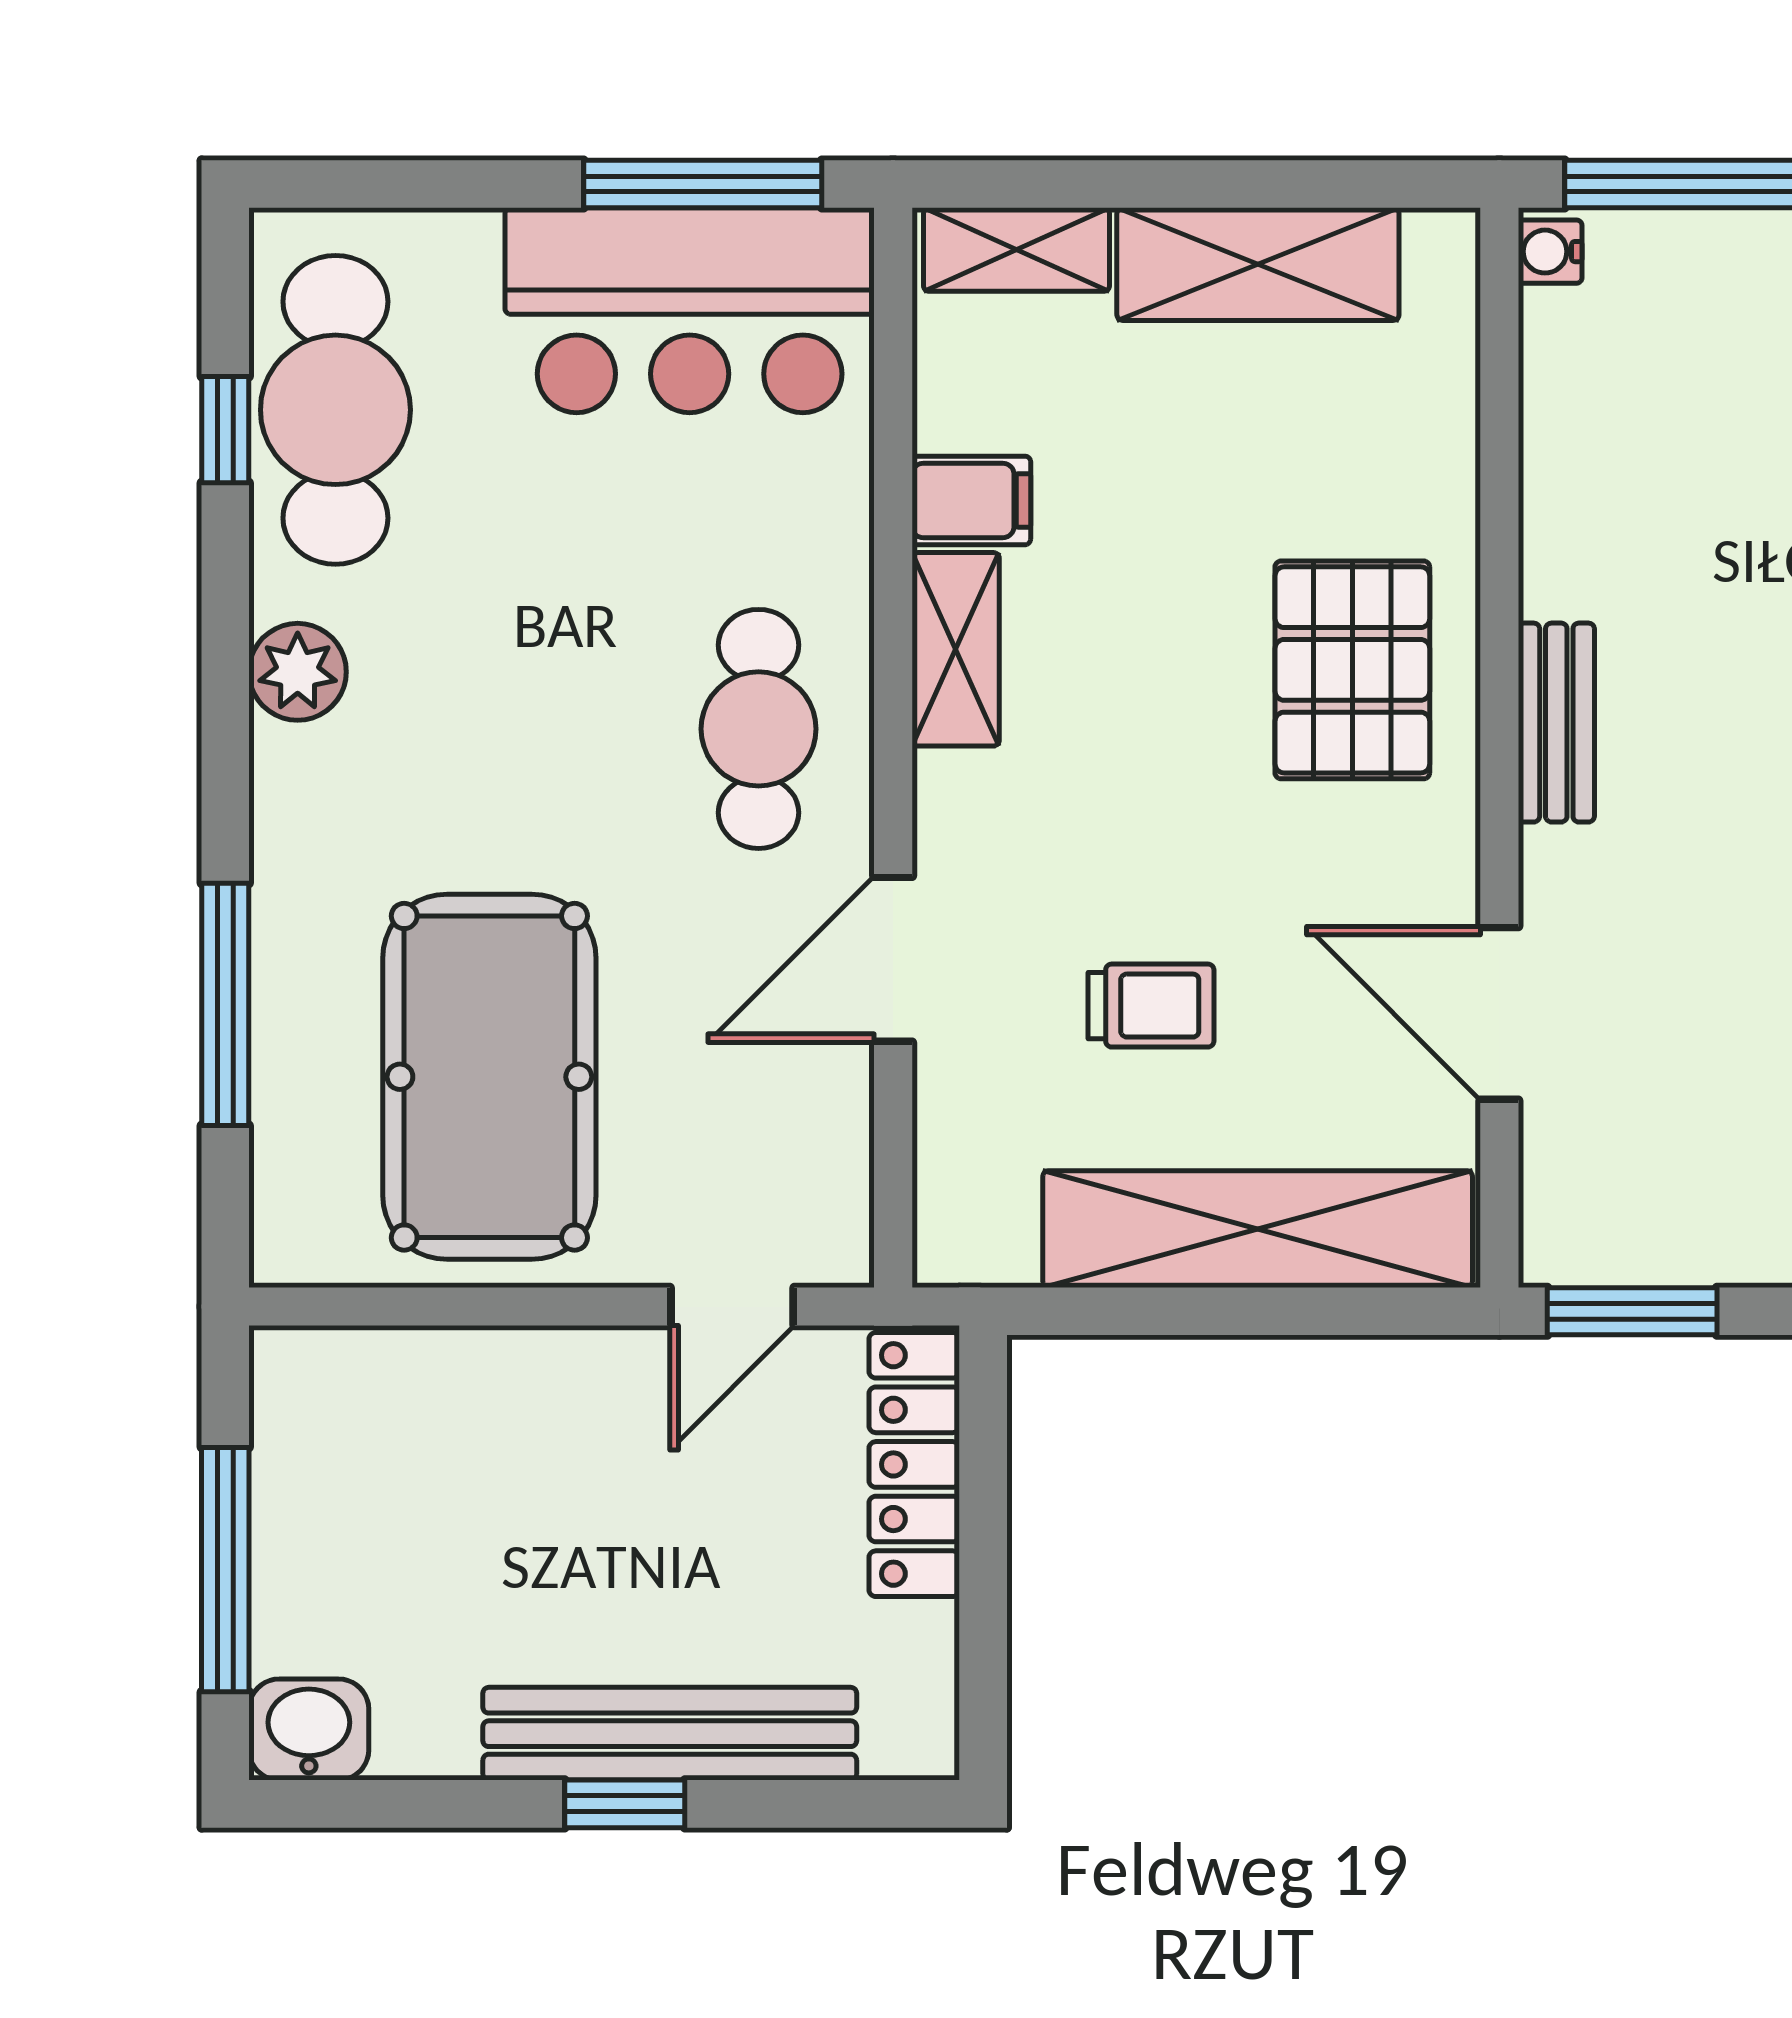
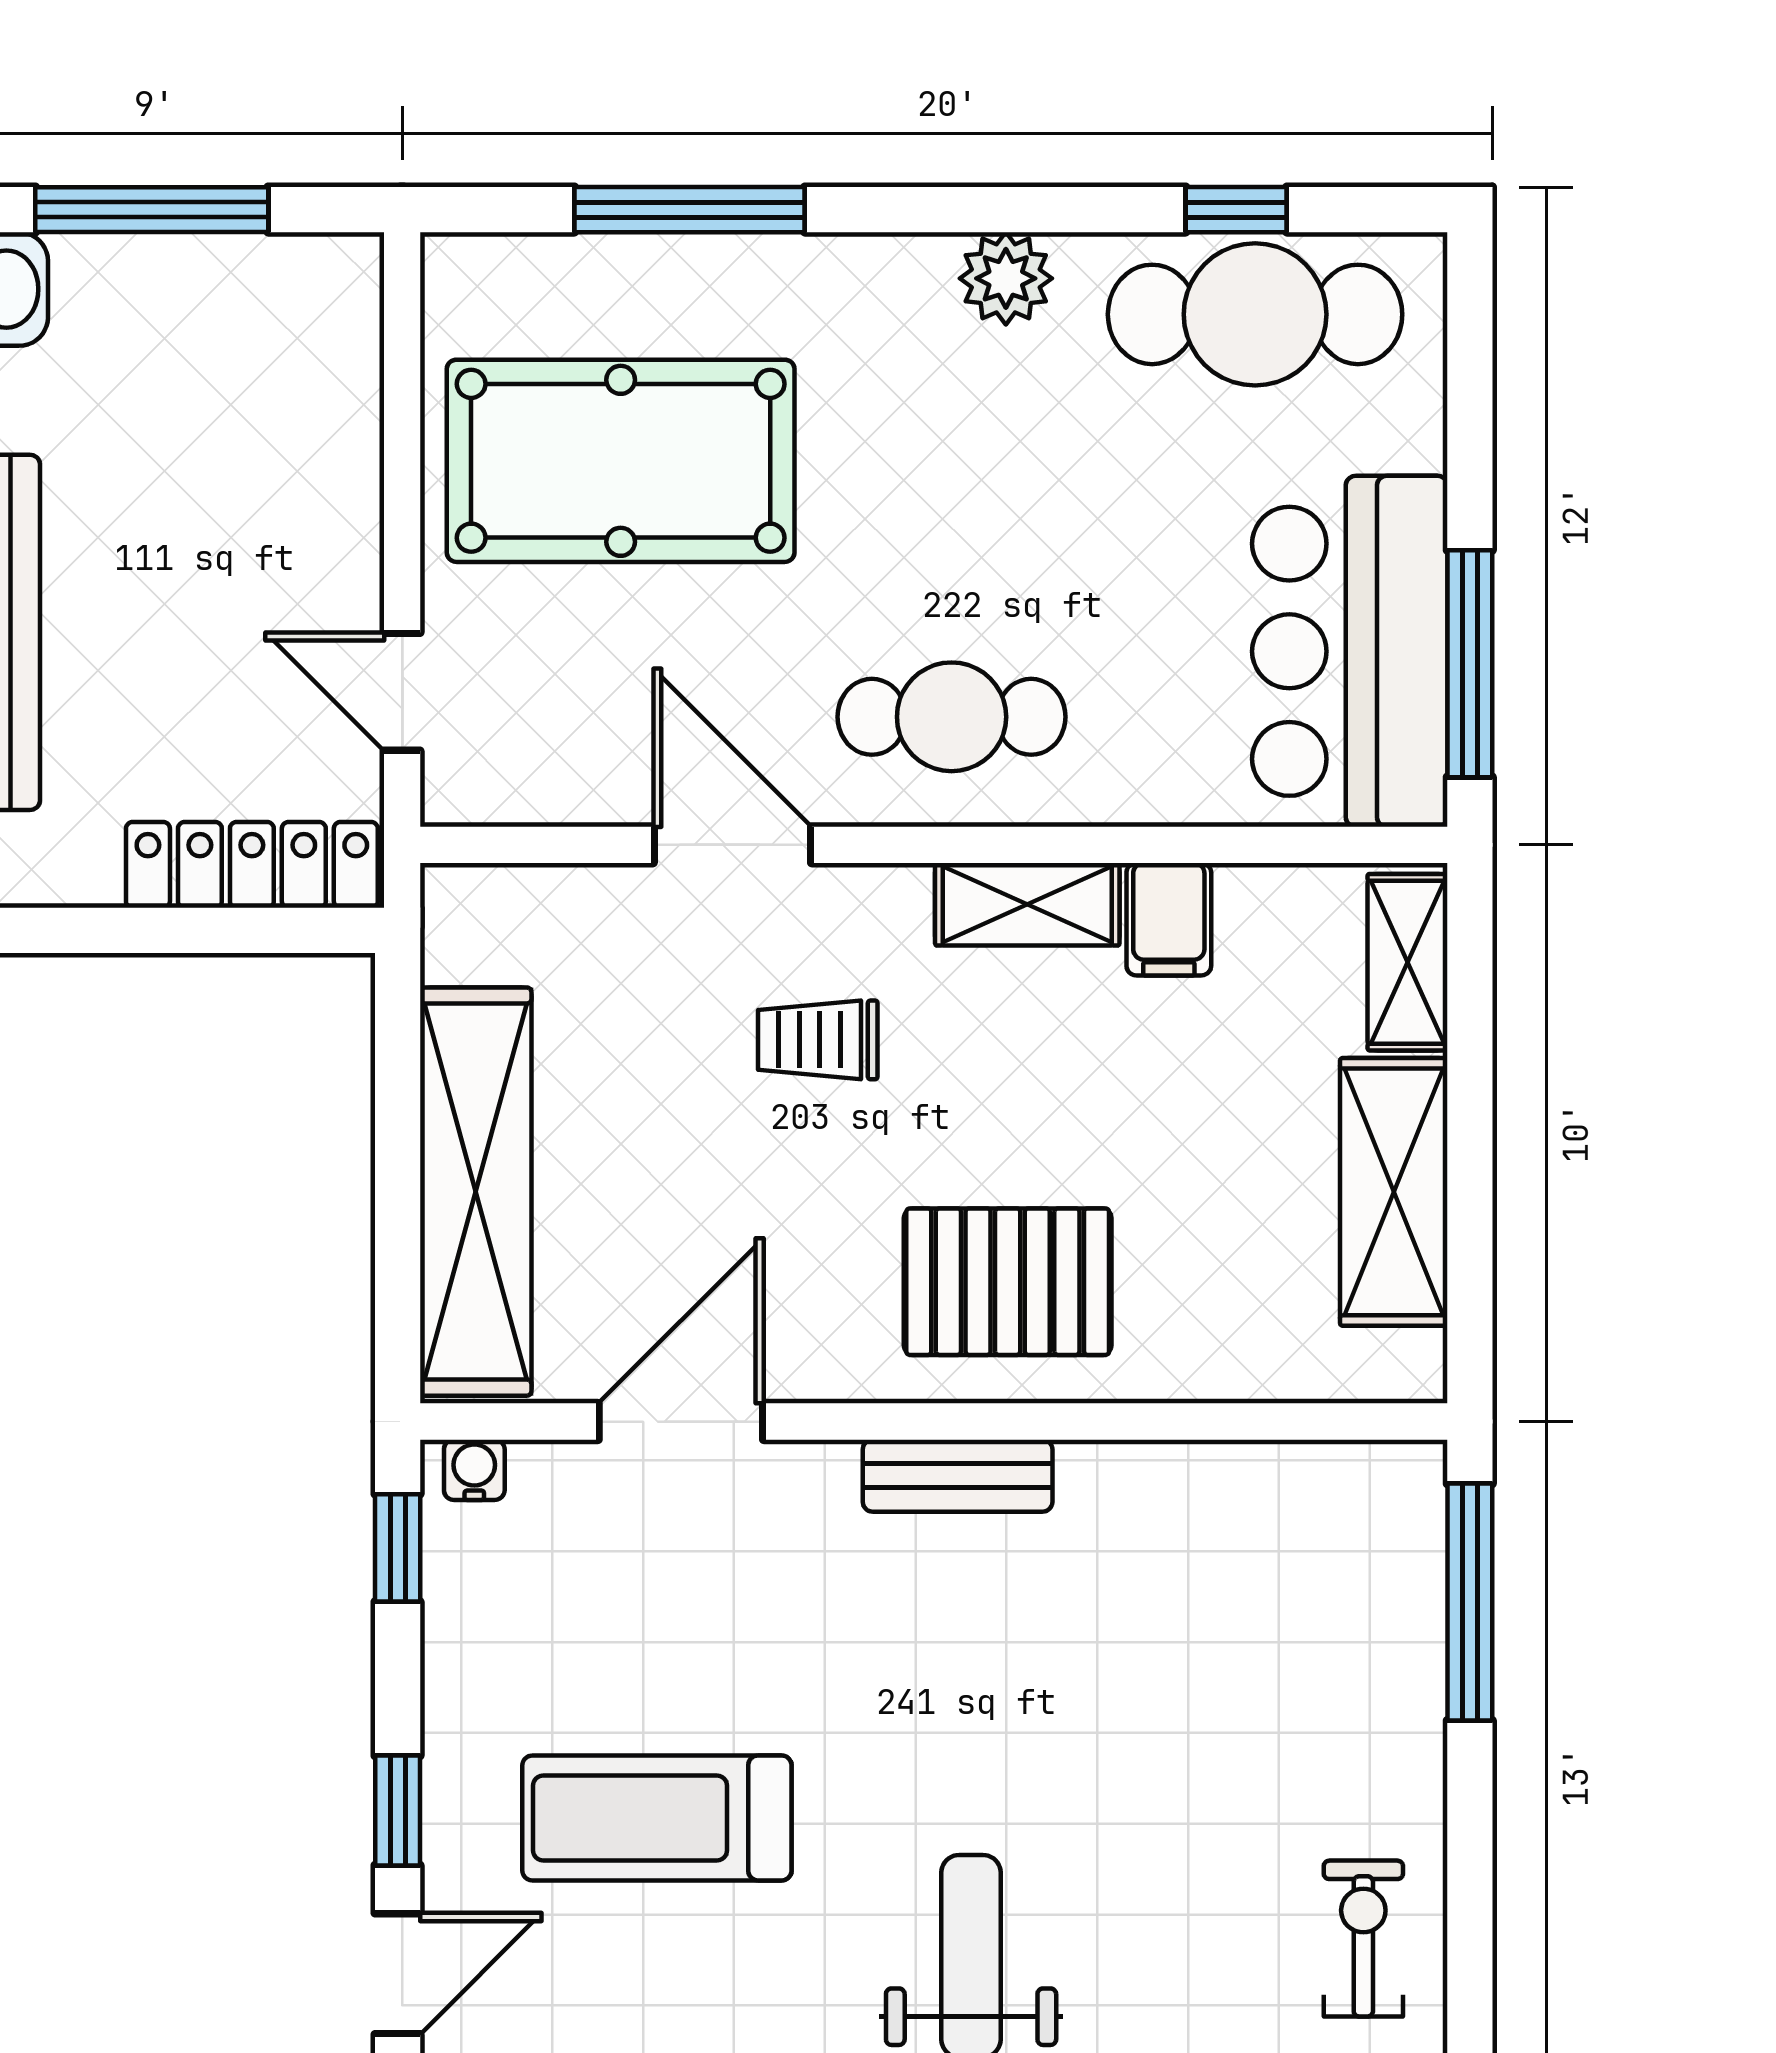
water cooler: (1550, 252) -> (474, 1470), moved
trolley: (1151, 1006) -> (818, 1040), moved, turned 90
window: (1632, 1311) -> (398, 1548), width x0.67

